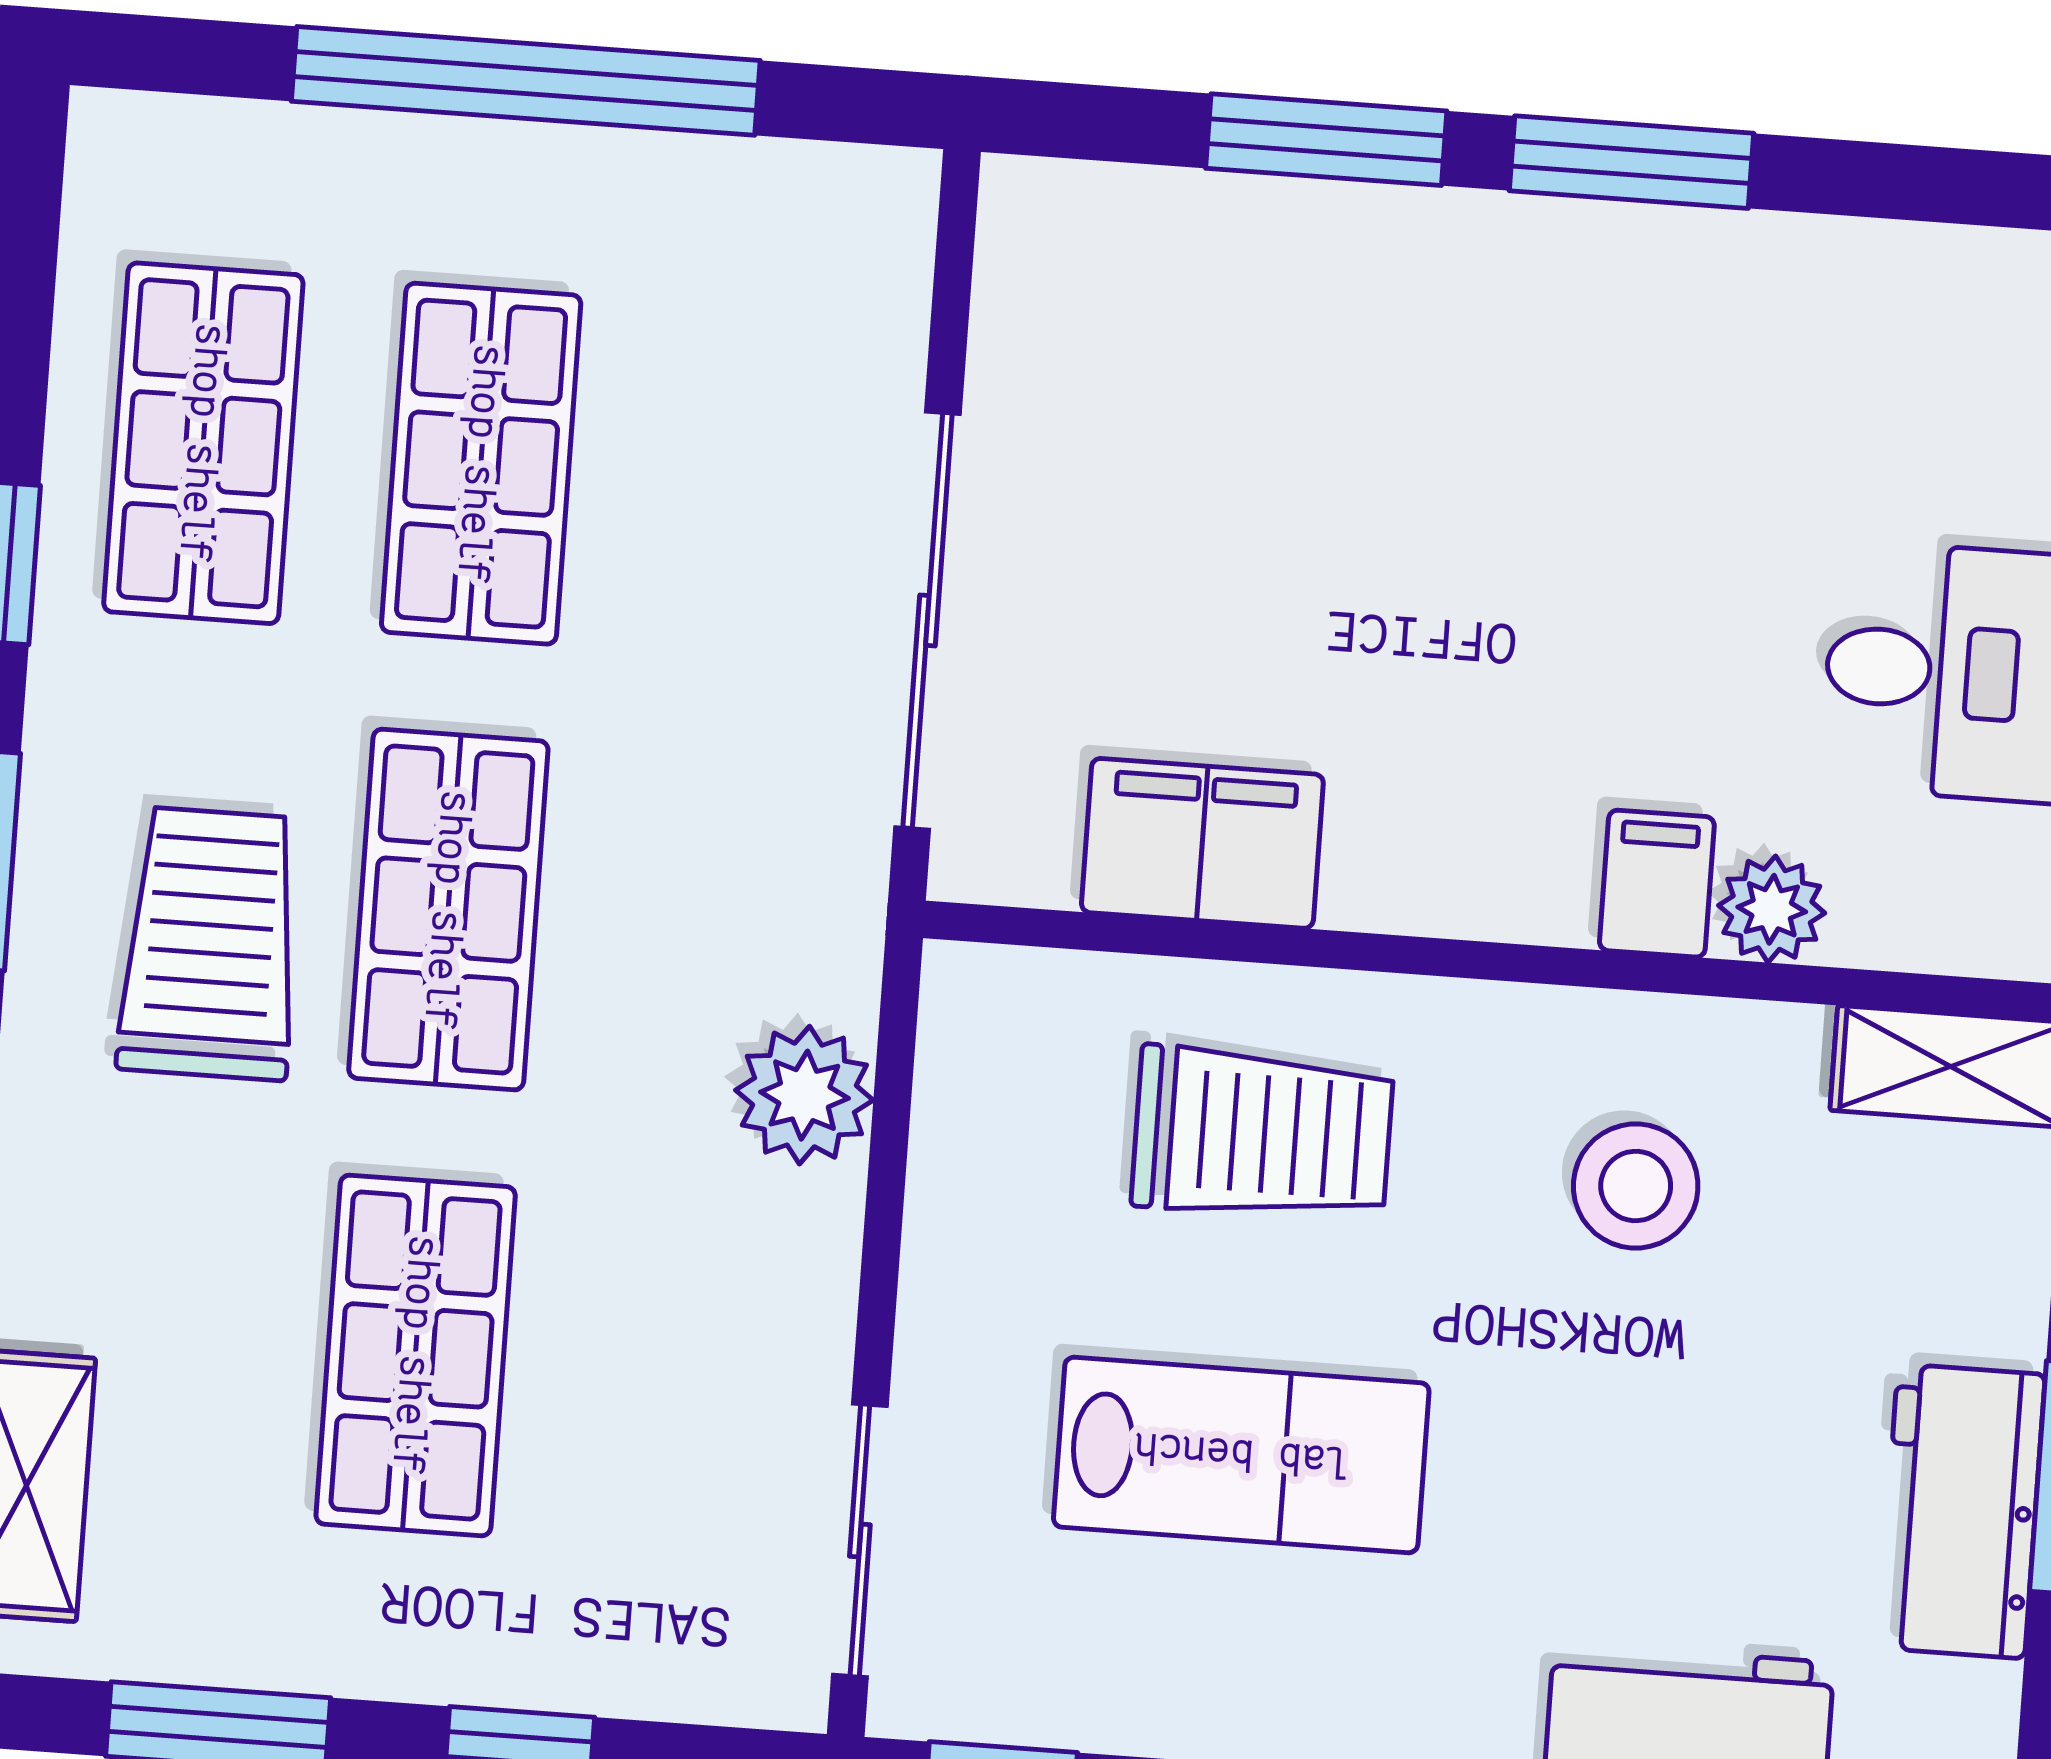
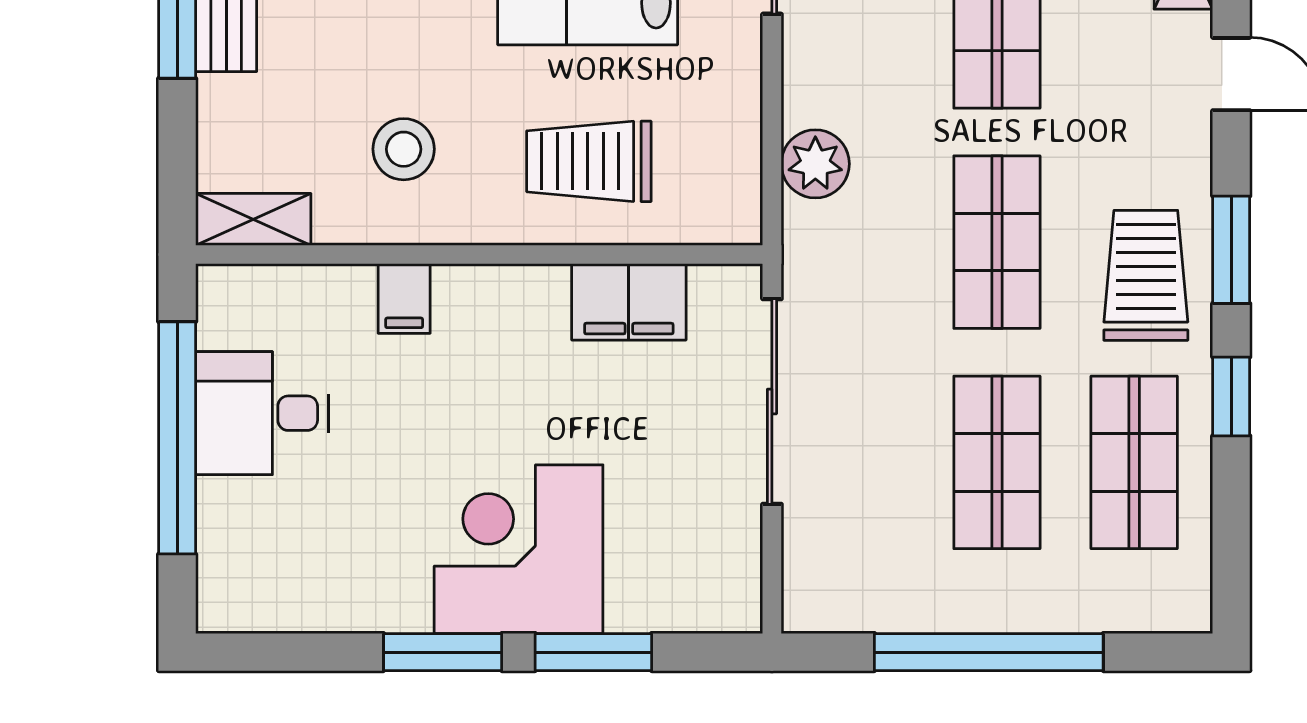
corner desk: (1462, 359) -> (519, 549), added
plant: (1772, 909) -> (347, 290), removed
trolley: (210, 944) -> (1146, 275), moved, turned 180

